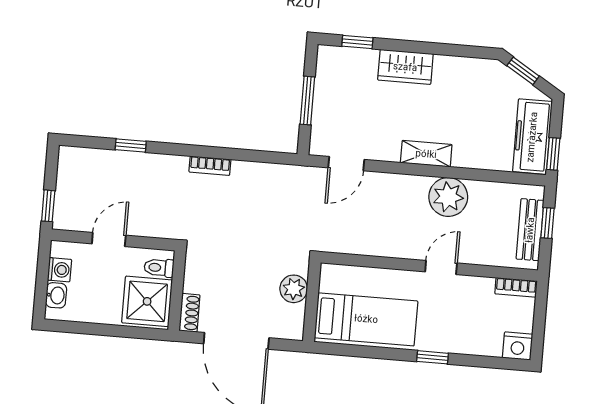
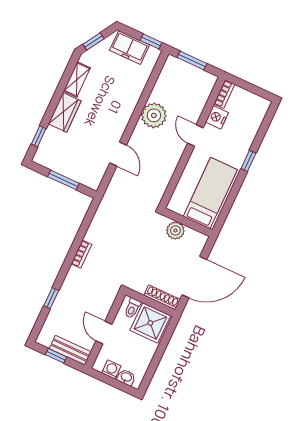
freezer: (532, 137) -> (130, 48), width x0.71
shelving: (426, 154) -> (77, 80), moved
door: (346, 164) -> (118, 154), moved
window: (48, 206) -> (56, 356), moved
window: (547, 223) -> (192, 61), width x1.50
bench: (530, 230) -> (70, 350), moved
shoe rack: (189, 313) -> (162, 297), width x1.43
nightstand: (518, 346) -> (217, 117), moved, turned 180

